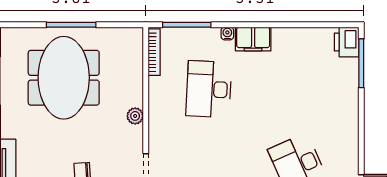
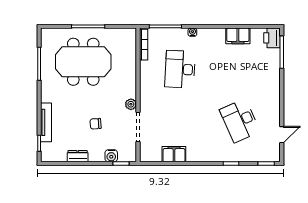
filing cabinet: (253, 39) -> (238, 36), moved
meeting table: (64, 78) -> (83, 62), turned 90
plant: (135, 116) -> (131, 104), moved

